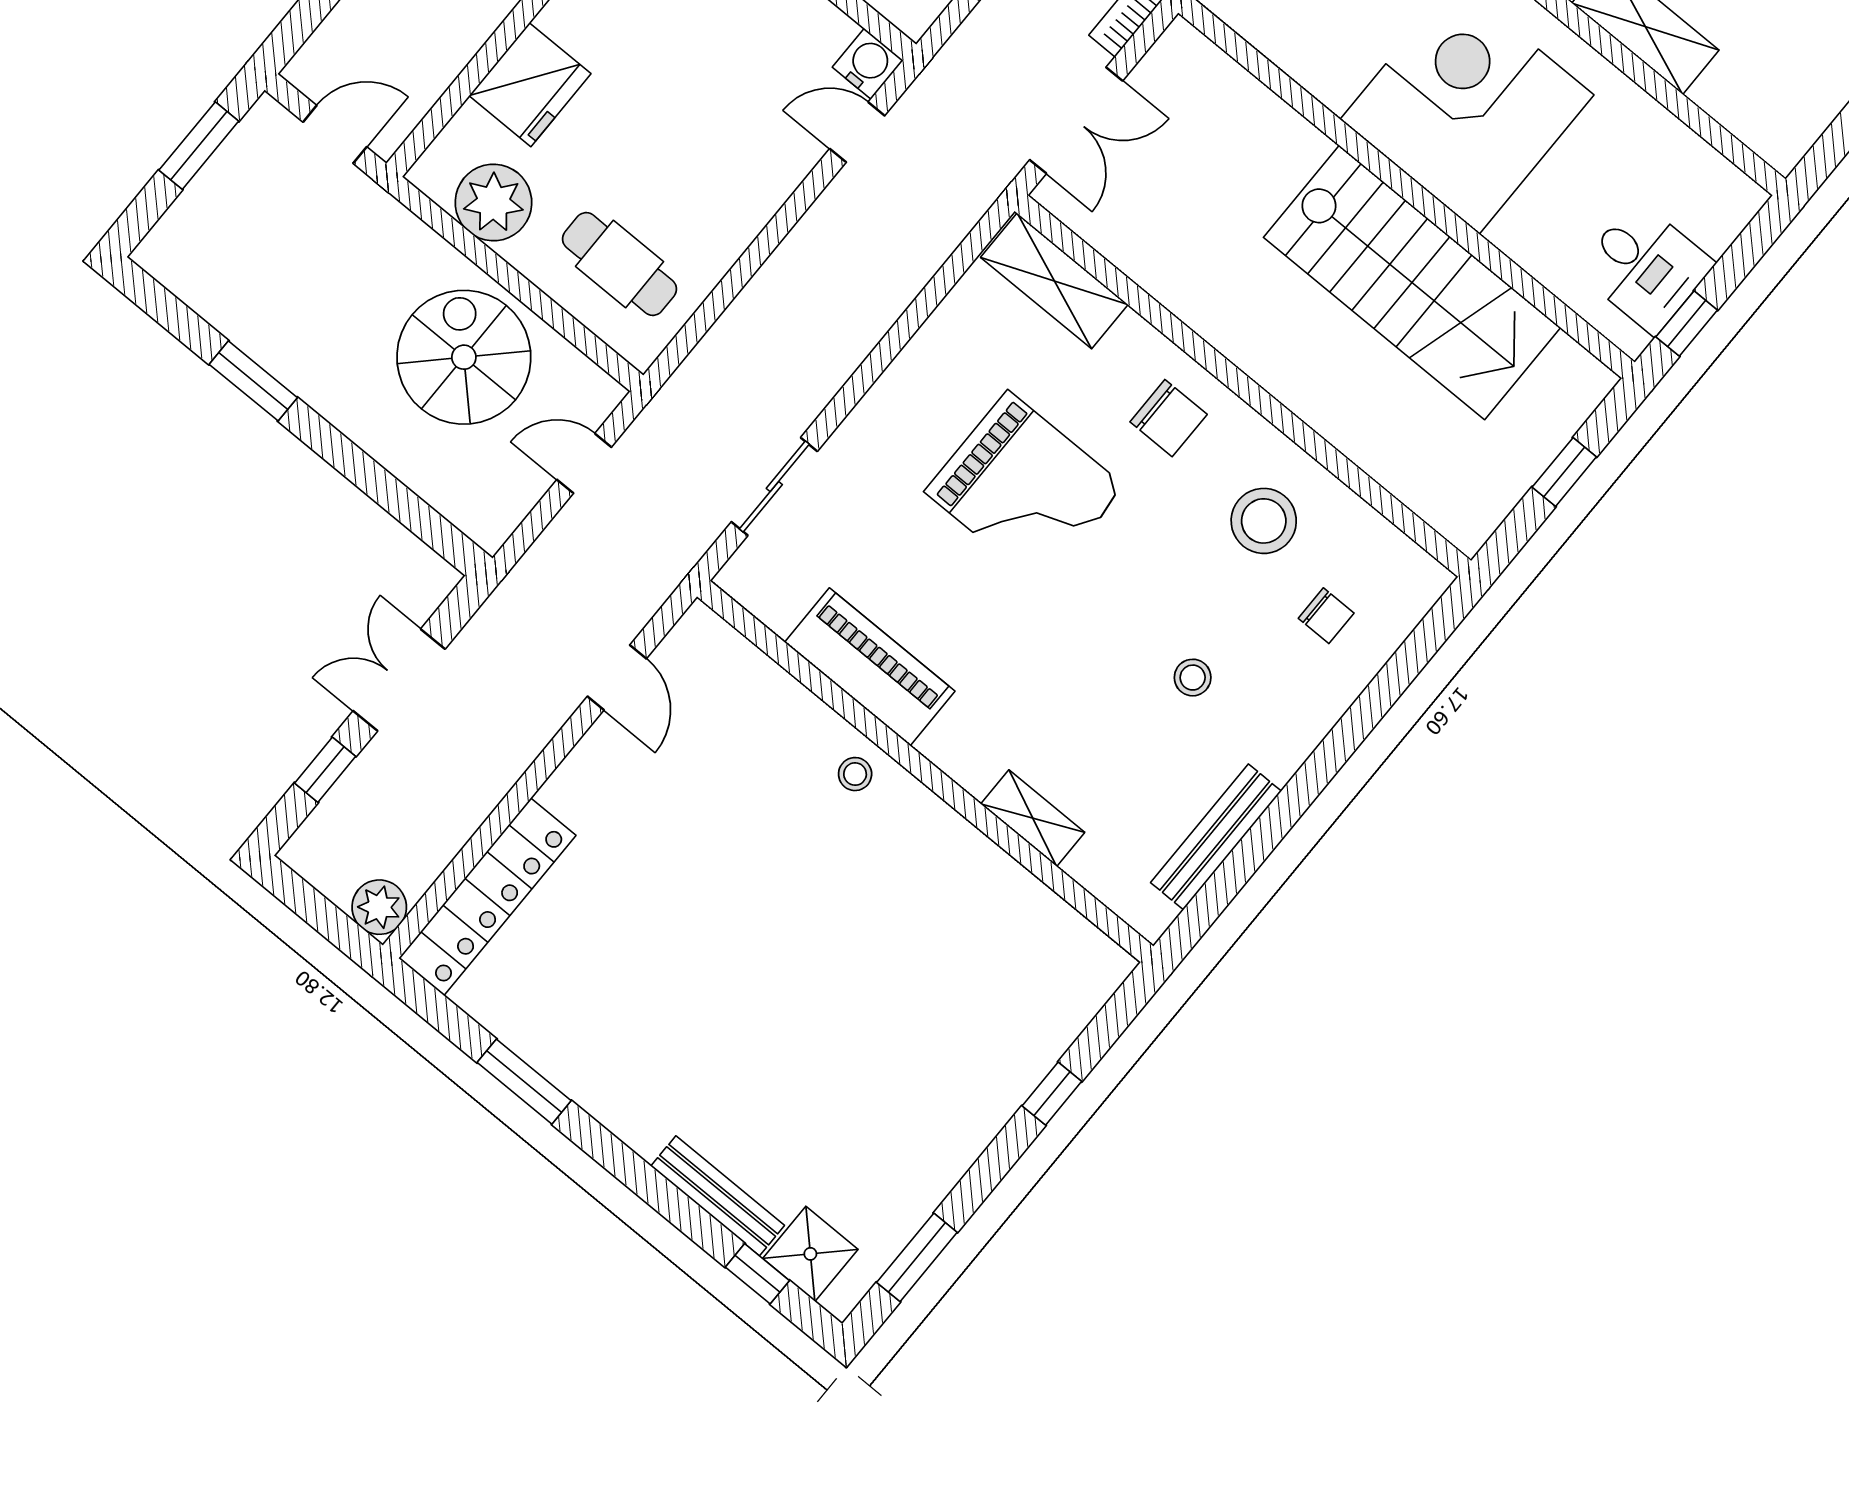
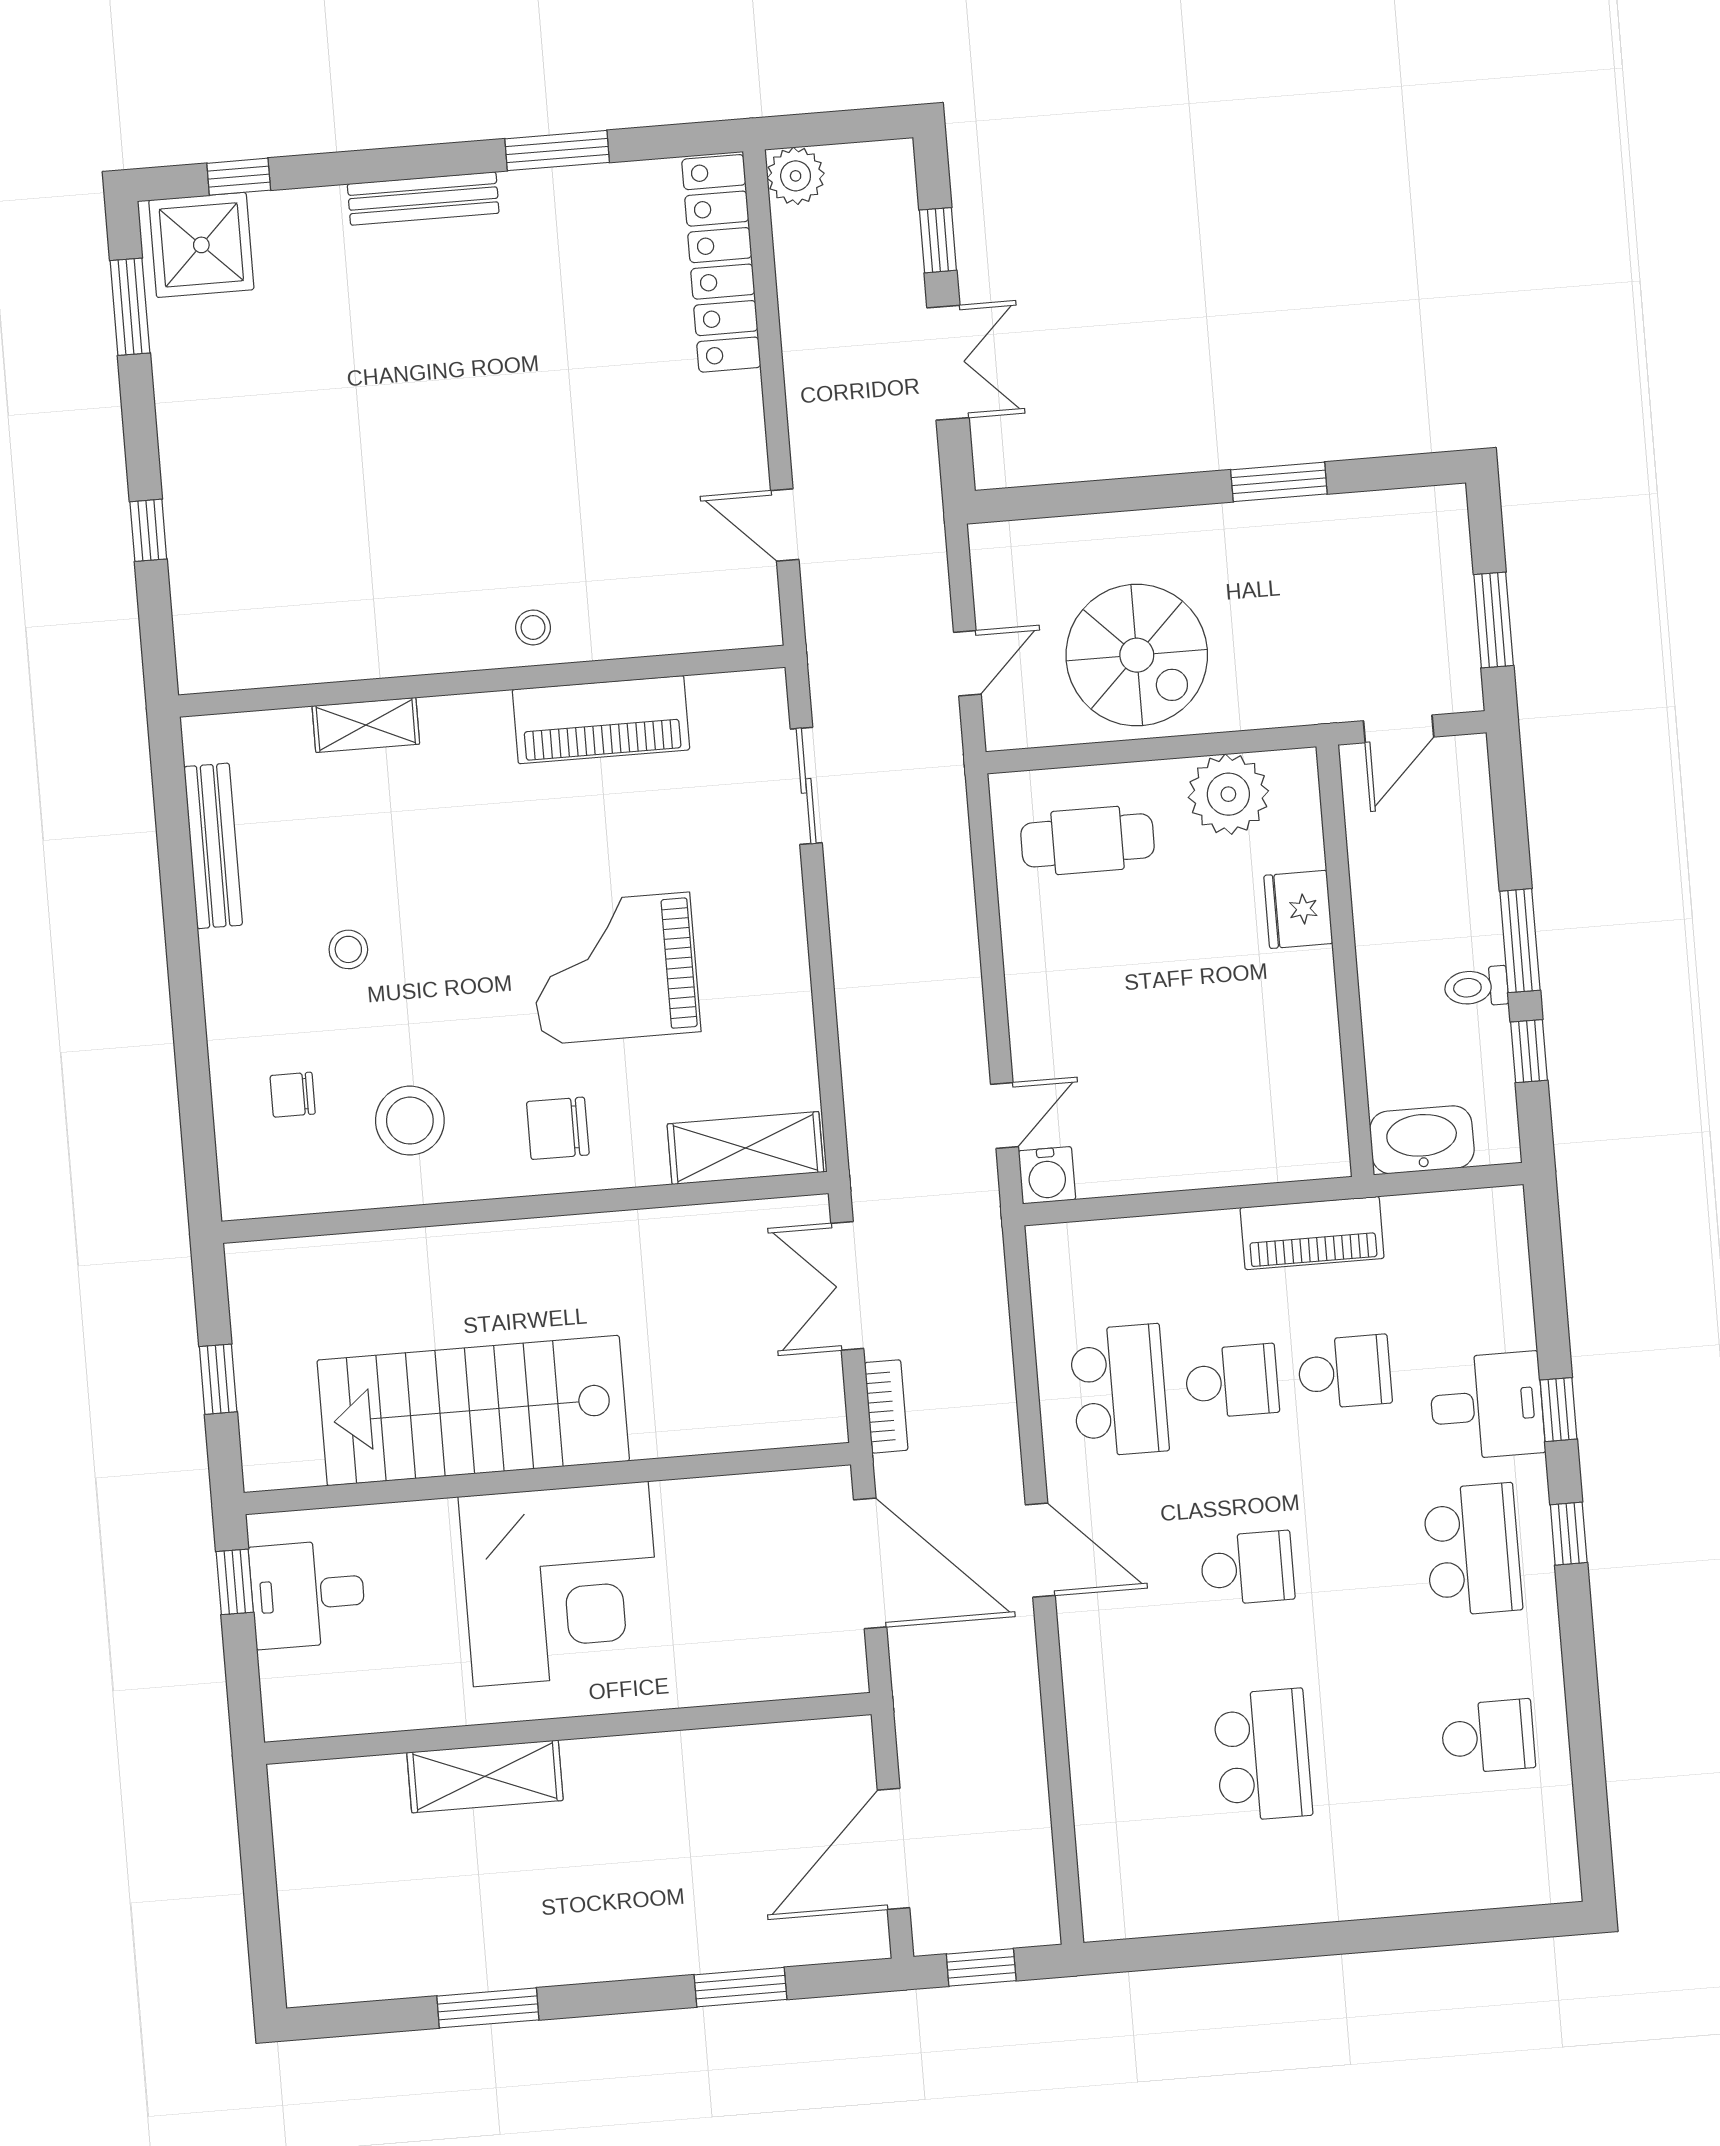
fridge: (530, 85) -> (1298, 909), width x0.73, depth x0.75
bench: (718, 1196) -> (423, 199), moved
shower: (810, 1254) -> (201, 245), width x1.36, depth x1.36

